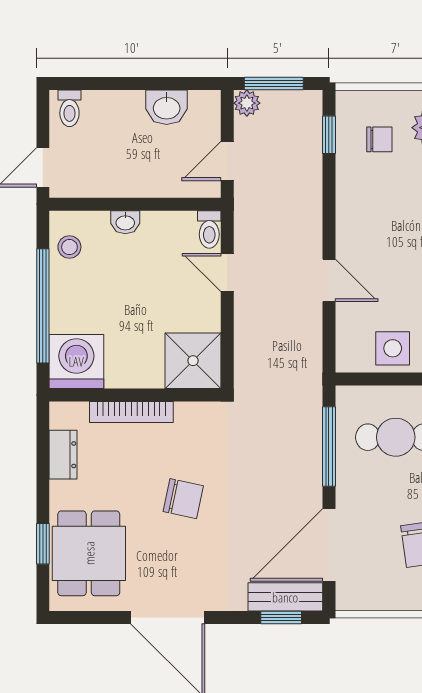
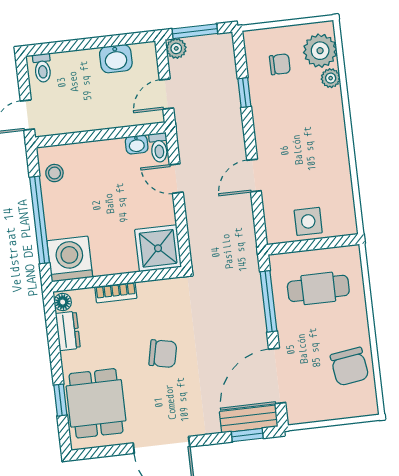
window: (329, 135) -> (244, 93), moved
washbasin: (125, 222) -> (137, 144), moved
door: (329, 280) -> (254, 175), swing flipped
bookcase: (131, 412) -> (116, 293), width x0.64
floor lamp: (61, 416) -> (63, 302), added

